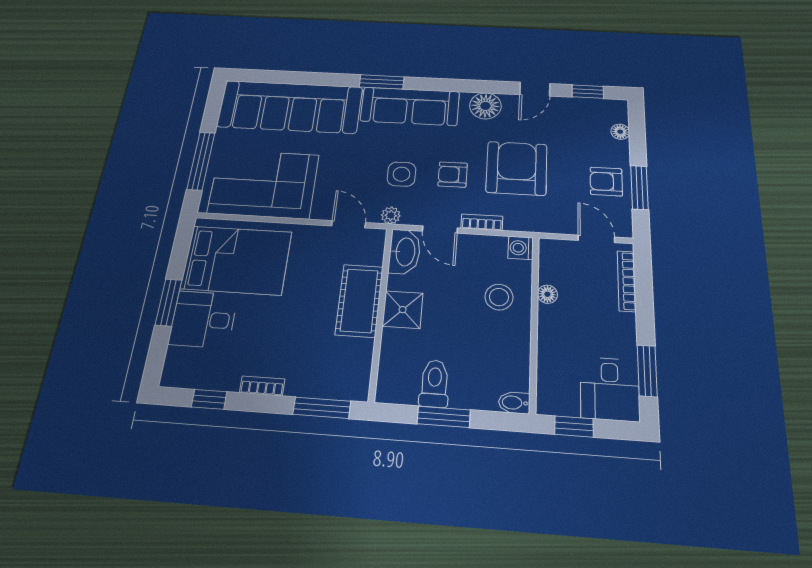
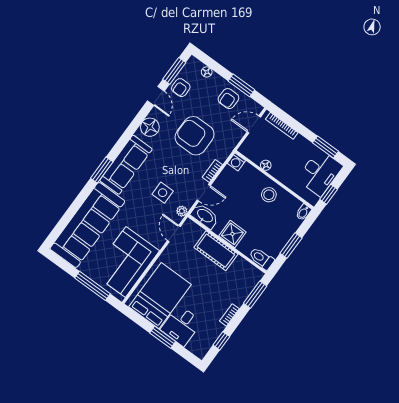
window: (588, 92) -> (174, 71), width x1.50
armchair: (453, 175) -> (181, 88), moved
door: (349, 224) -> (174, 234), hinge flipped
stool: (499, 297) -> (269, 195), moved
toilet: (434, 383) -> (261, 258), moved
desk: (610, 389) -> (320, 173), width x1.37

